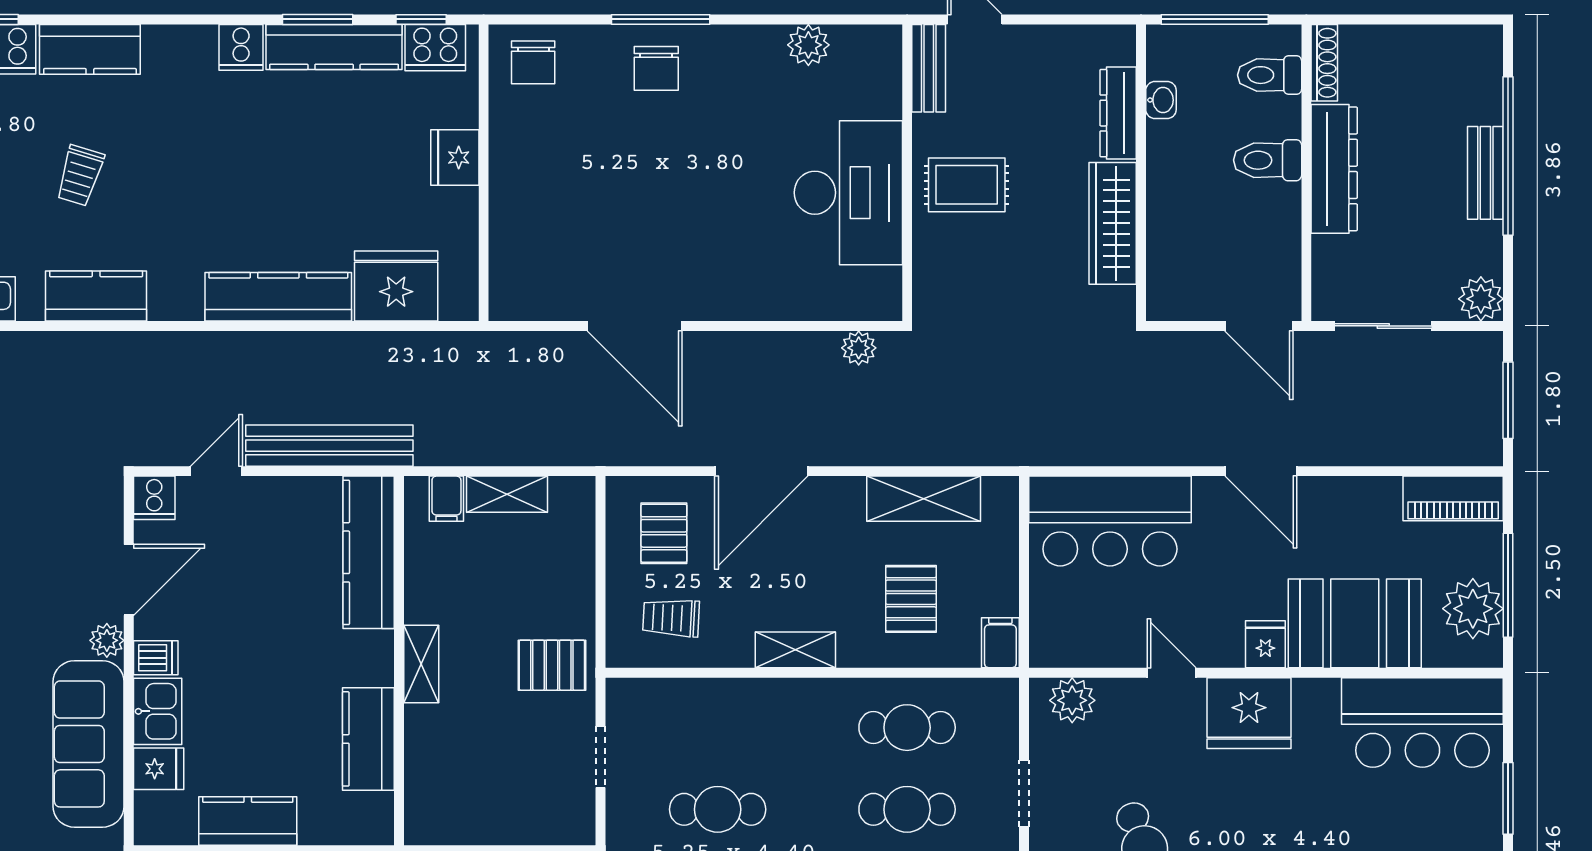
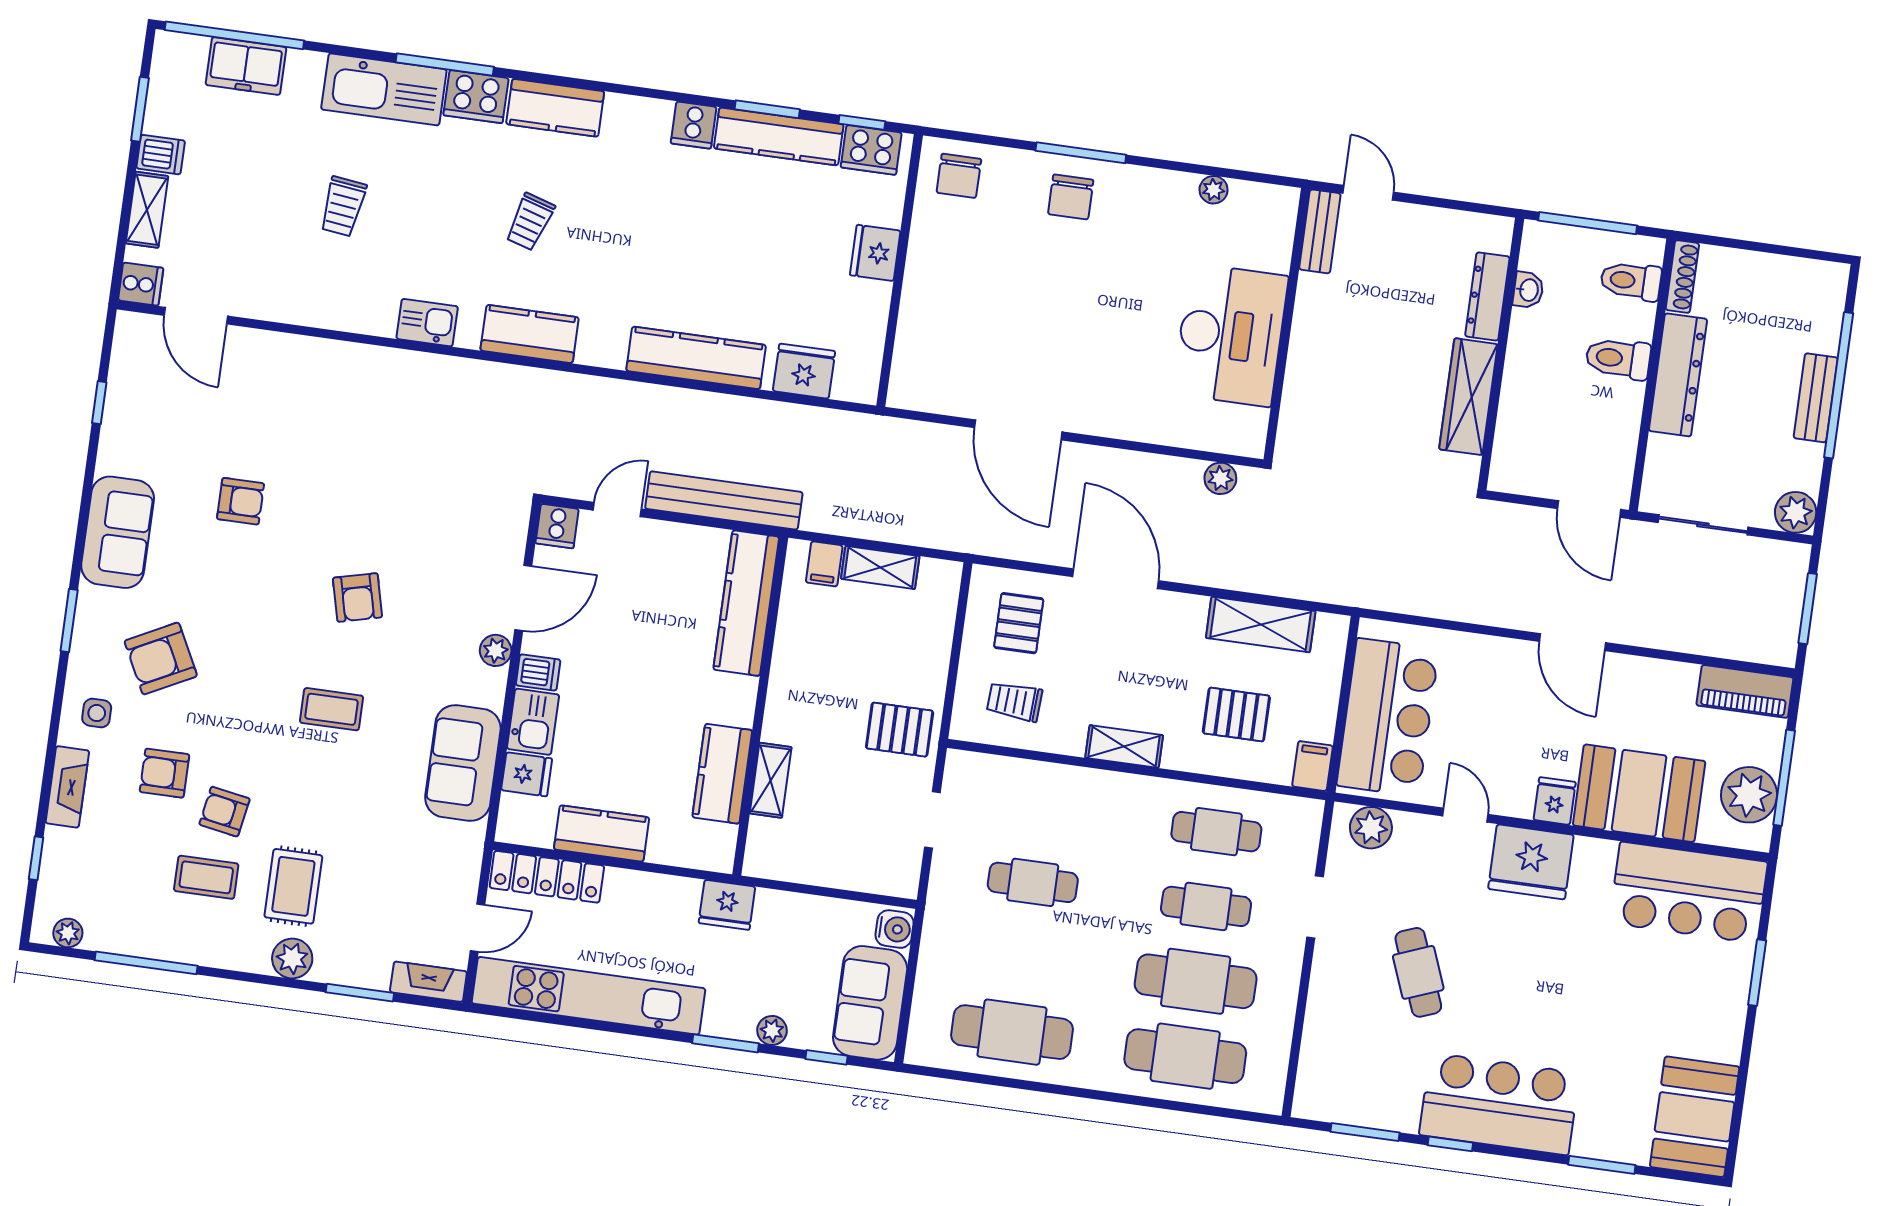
plant: (808, 45) -> (1214, 190), width x0.73, depth x0.73
rug: (967, 185) -> (1340, 343), removed
fridge: (396, 286) -> (804, 371), width x0.73, depth x0.75
door: (761, 471) -> (1116, 579), swing flipped
bar counter: (1110, 521) -> (1388, 717), moved, turned -90
pallet: (911, 599) -> (1236, 715), turned 90
shelving: (421, 664) -> (771, 780), moved
sofa: (88, 744) -> (463, 763), width x0.73

